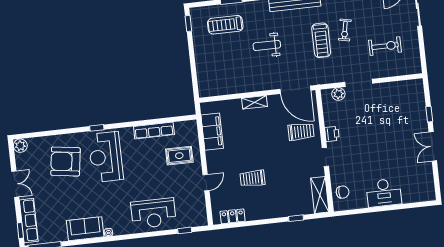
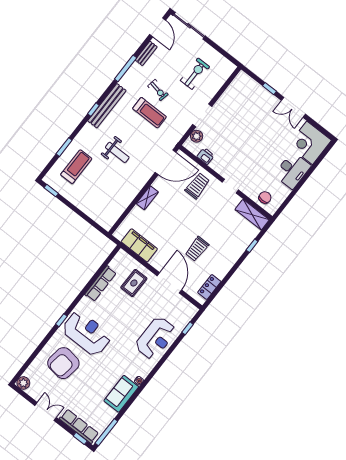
treadmill: (225, 25) -> (76, 167), turned 180
weight bench: (267, 45) -> (117, 152), turned -90
printer: (332, 134) -> (206, 156), moved
reception desk: (106, 157) -> (87, 333), turned 180
door: (206, 183) -> (169, 283), width x1.87
corner desk: (418, 185) -> (310, 143), added

